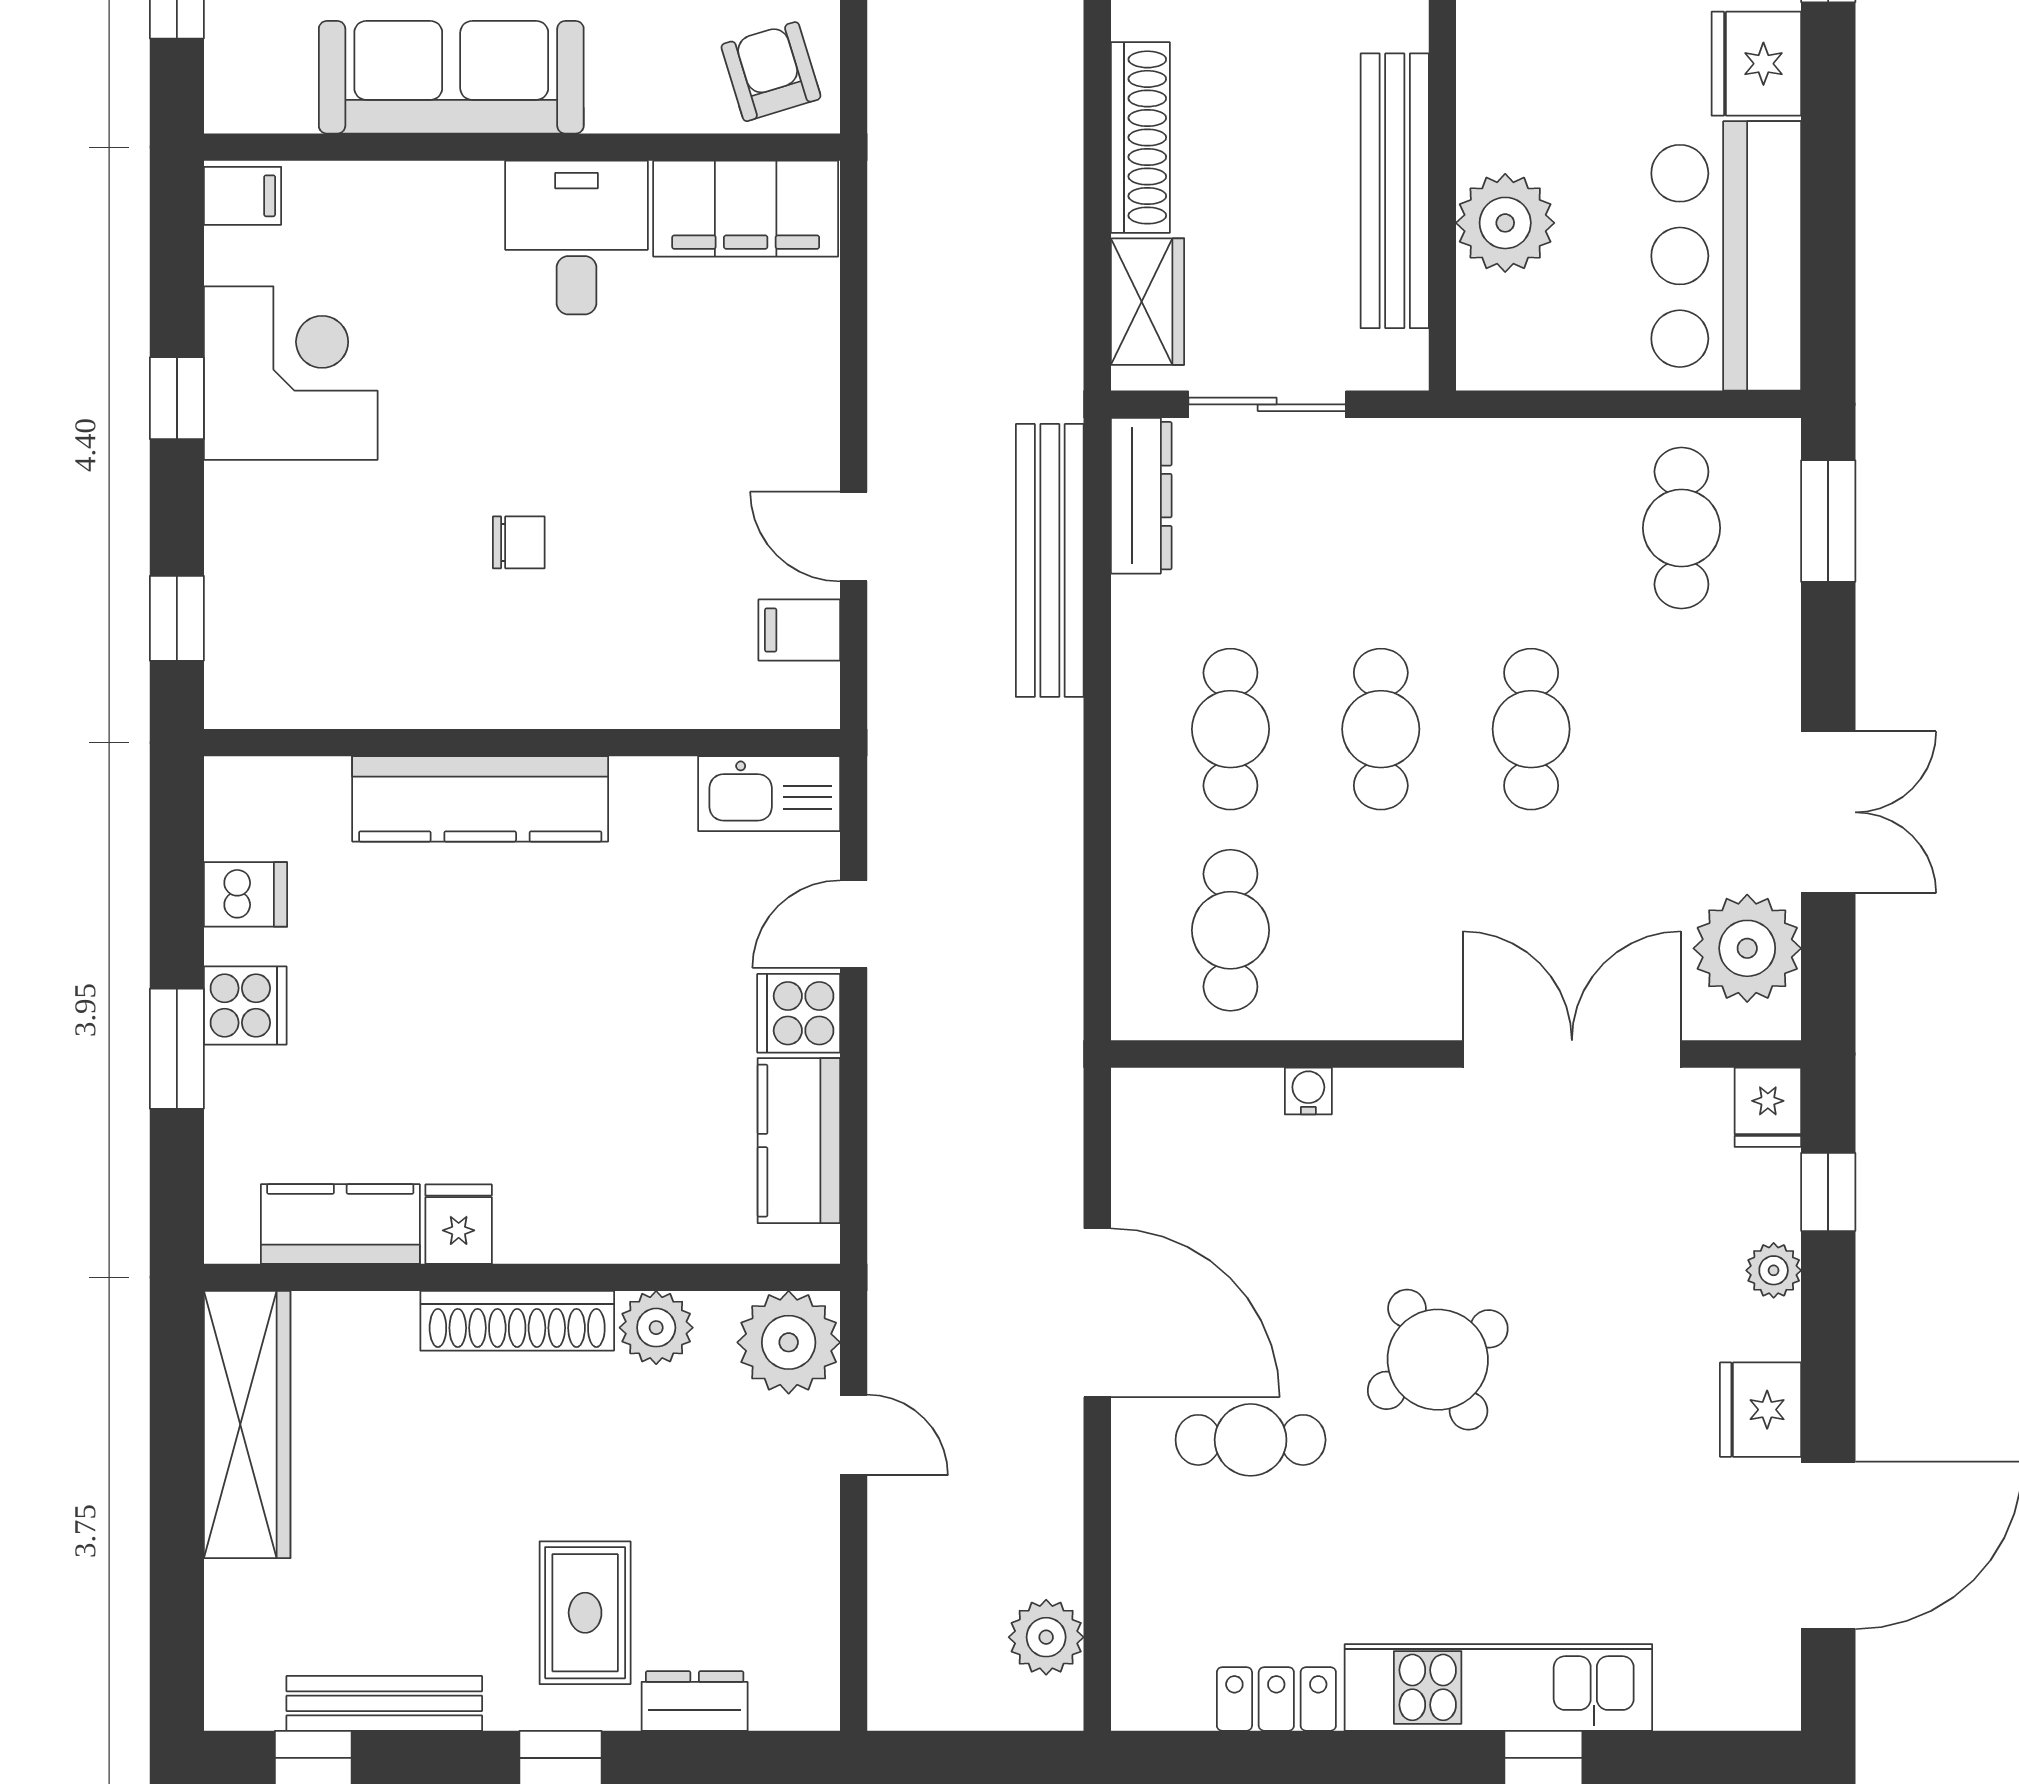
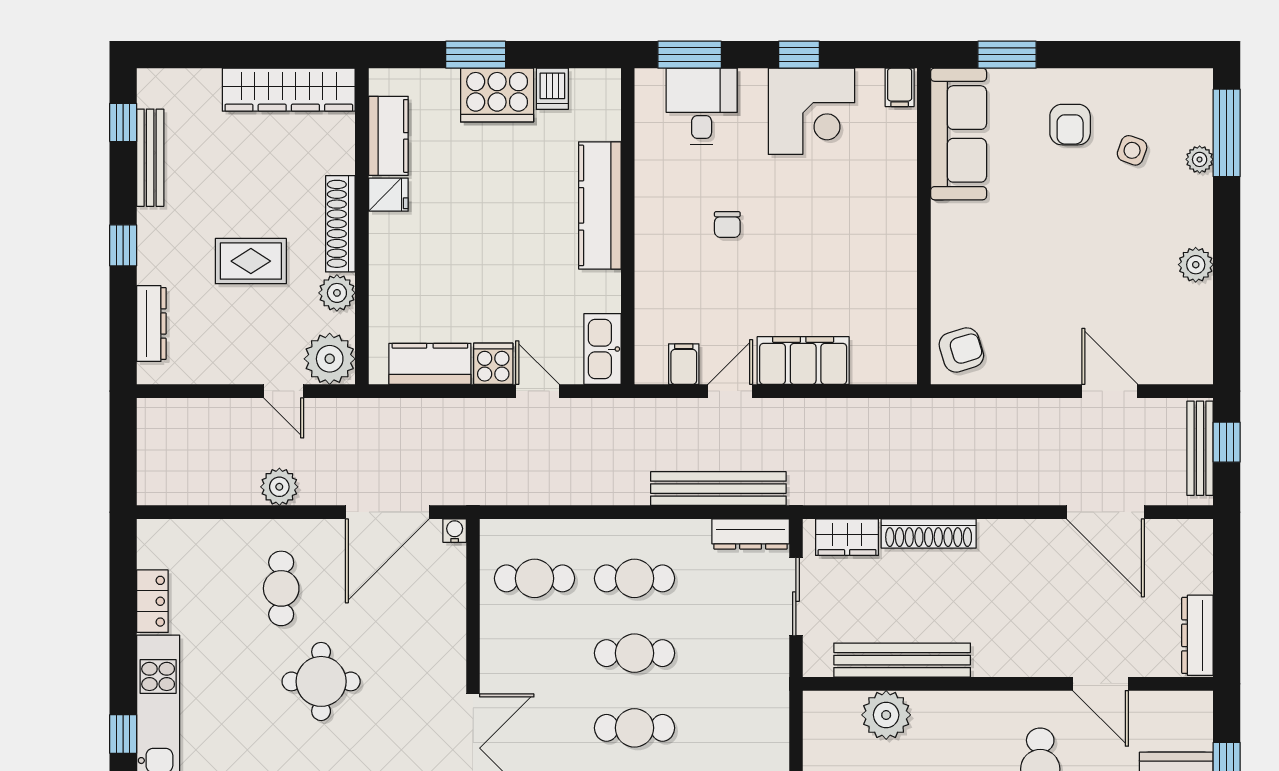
sofa: (451, 77) -> (959, 134), moved
filing cabinet: (746, 209) -> (803, 361), moved, turned 90
desk: (576, 238) -> (702, 106), moved, turned -90
window: (177, 618) -> (690, 55), width x1.50
cooker: (245, 1005) -> (497, 95), width x1.87, depth x1.31
water cooler: (1308, 1091) -> (455, 531), moved, turned -90
door: (1097, 1313) -> (387, 512), moved
round table: (1438, 1360) -> (321, 681), turned 31
door: (854, 1435) -> (284, 391), hinge flipped
rug: (585, 1613) -> (251, 261), moved
plant: (1046, 1637) -> (279, 487), moved
dresser: (695, 1701) -> (151, 324), width x1.44

